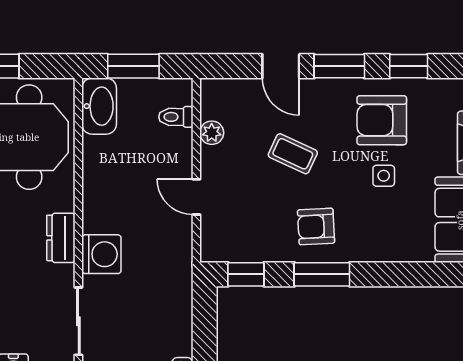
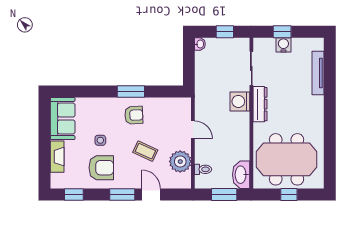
window: (409, 66) -> (74, 194), moved
plant: (212, 133) -> (180, 162), width x1.87, depth x1.87
dresser: (61, 238) -> (260, 104), width x1.44
window: (246, 274) -> (168, 91), removed

